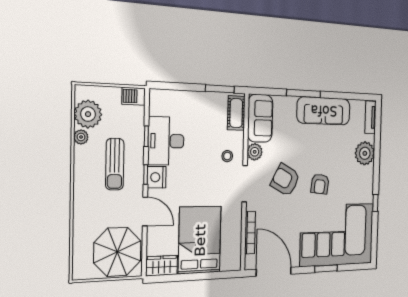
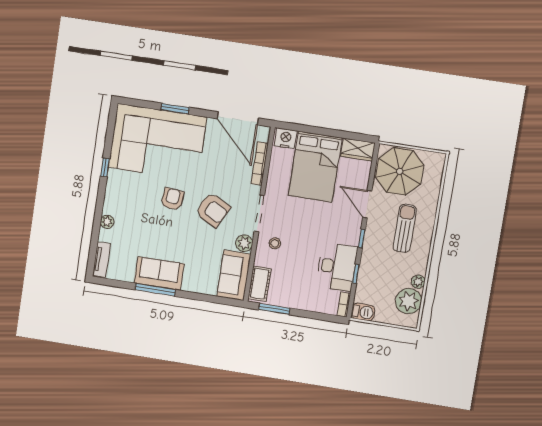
window: (304, 93) -> (155, 290), moved
bookcase: (154, 102) -> (344, 305), added
sofa: (324, 111) -> (159, 273), width x0.73
plant: (365, 153) -> (107, 222), width x0.53, depth x0.53
sun lounger: (115, 164) -> (405, 228), moved
nightstand: (157, 177) -> (286, 138), moved, turned -90

